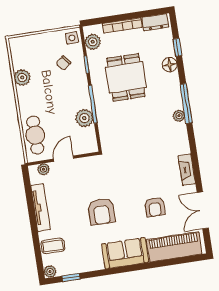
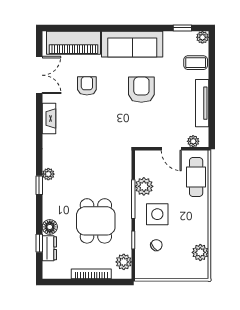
dresser: (155, 22) -> (49, 248), moved, turned 90
side table: (72, 38) -> (157, 214), moved, width x1.87, depth x1.87
plant: (22, 78) -> (200, 252), moved
window: (186, 103) -> (39, 185), width x0.46
door: (64, 159) -> (171, 149), hinge flipped
sofa: (125, 253) -> (132, 44), width x1.36

